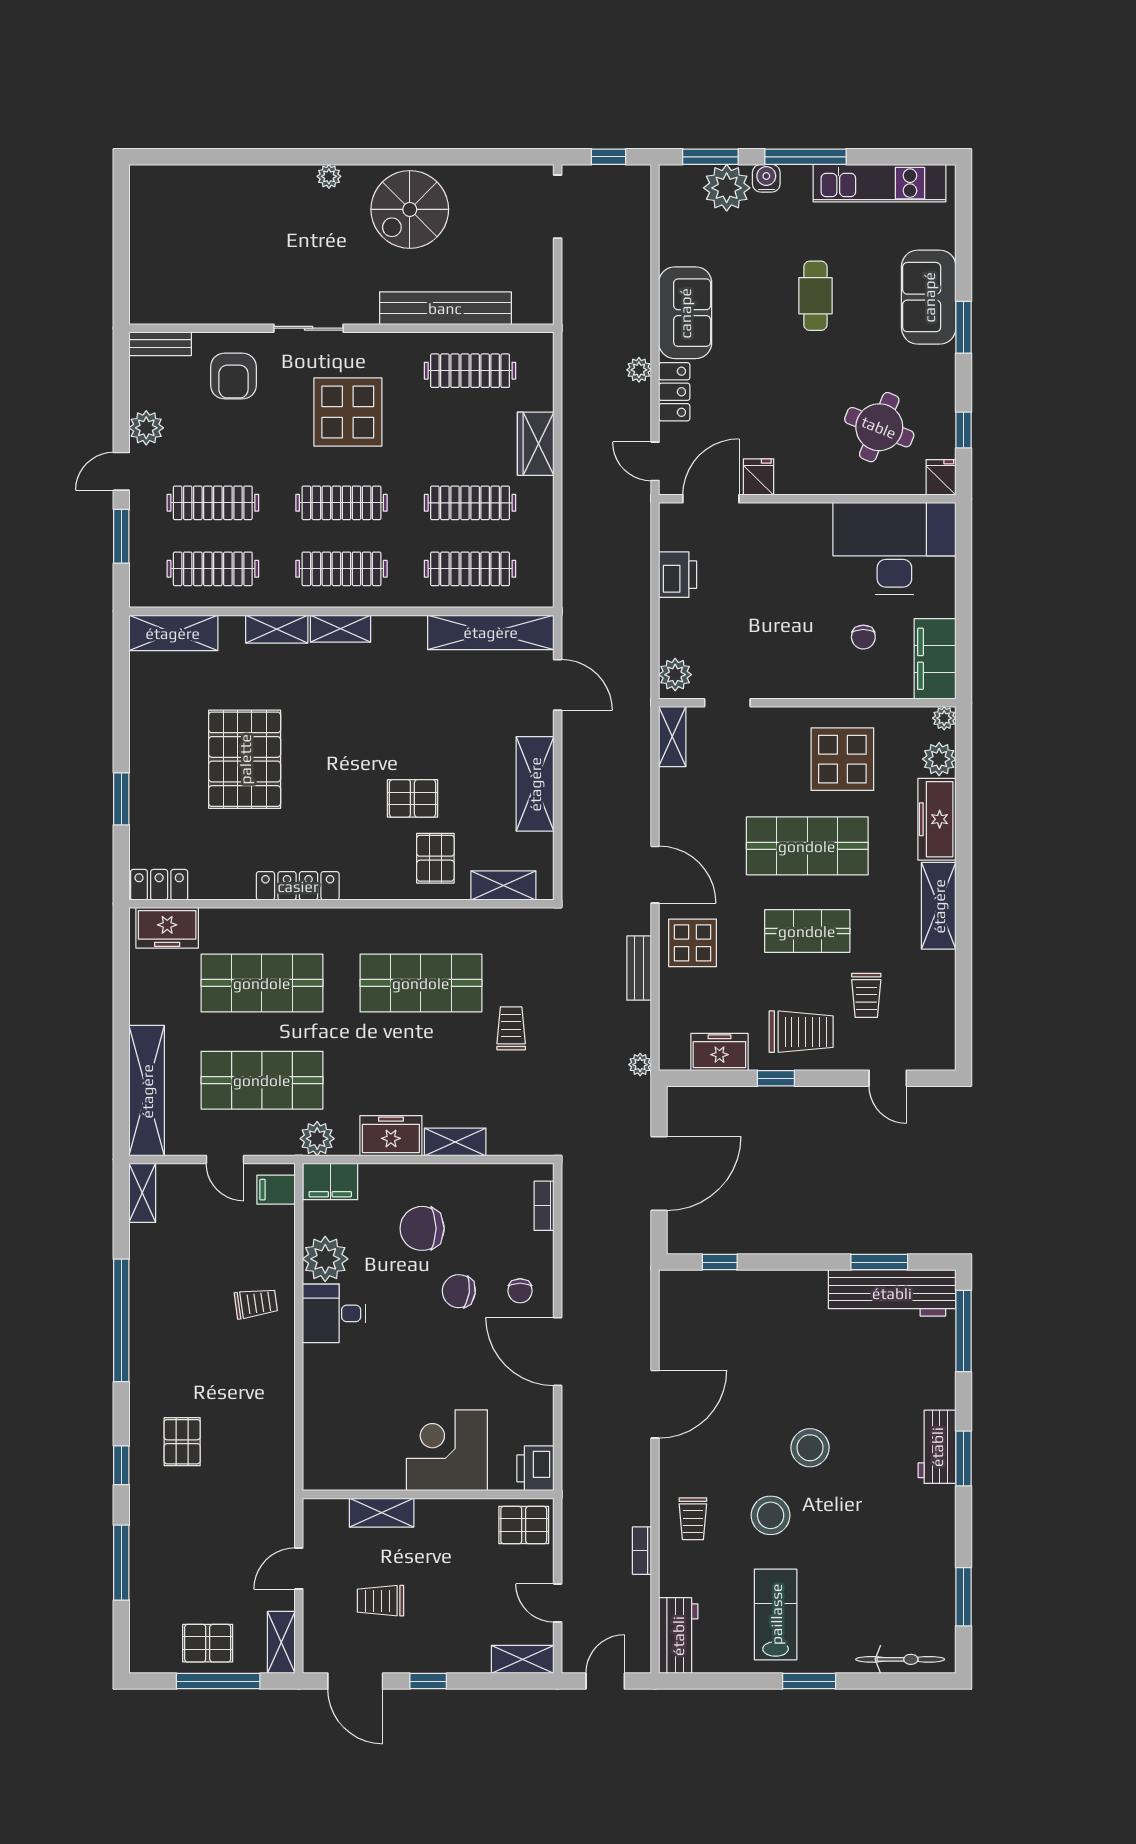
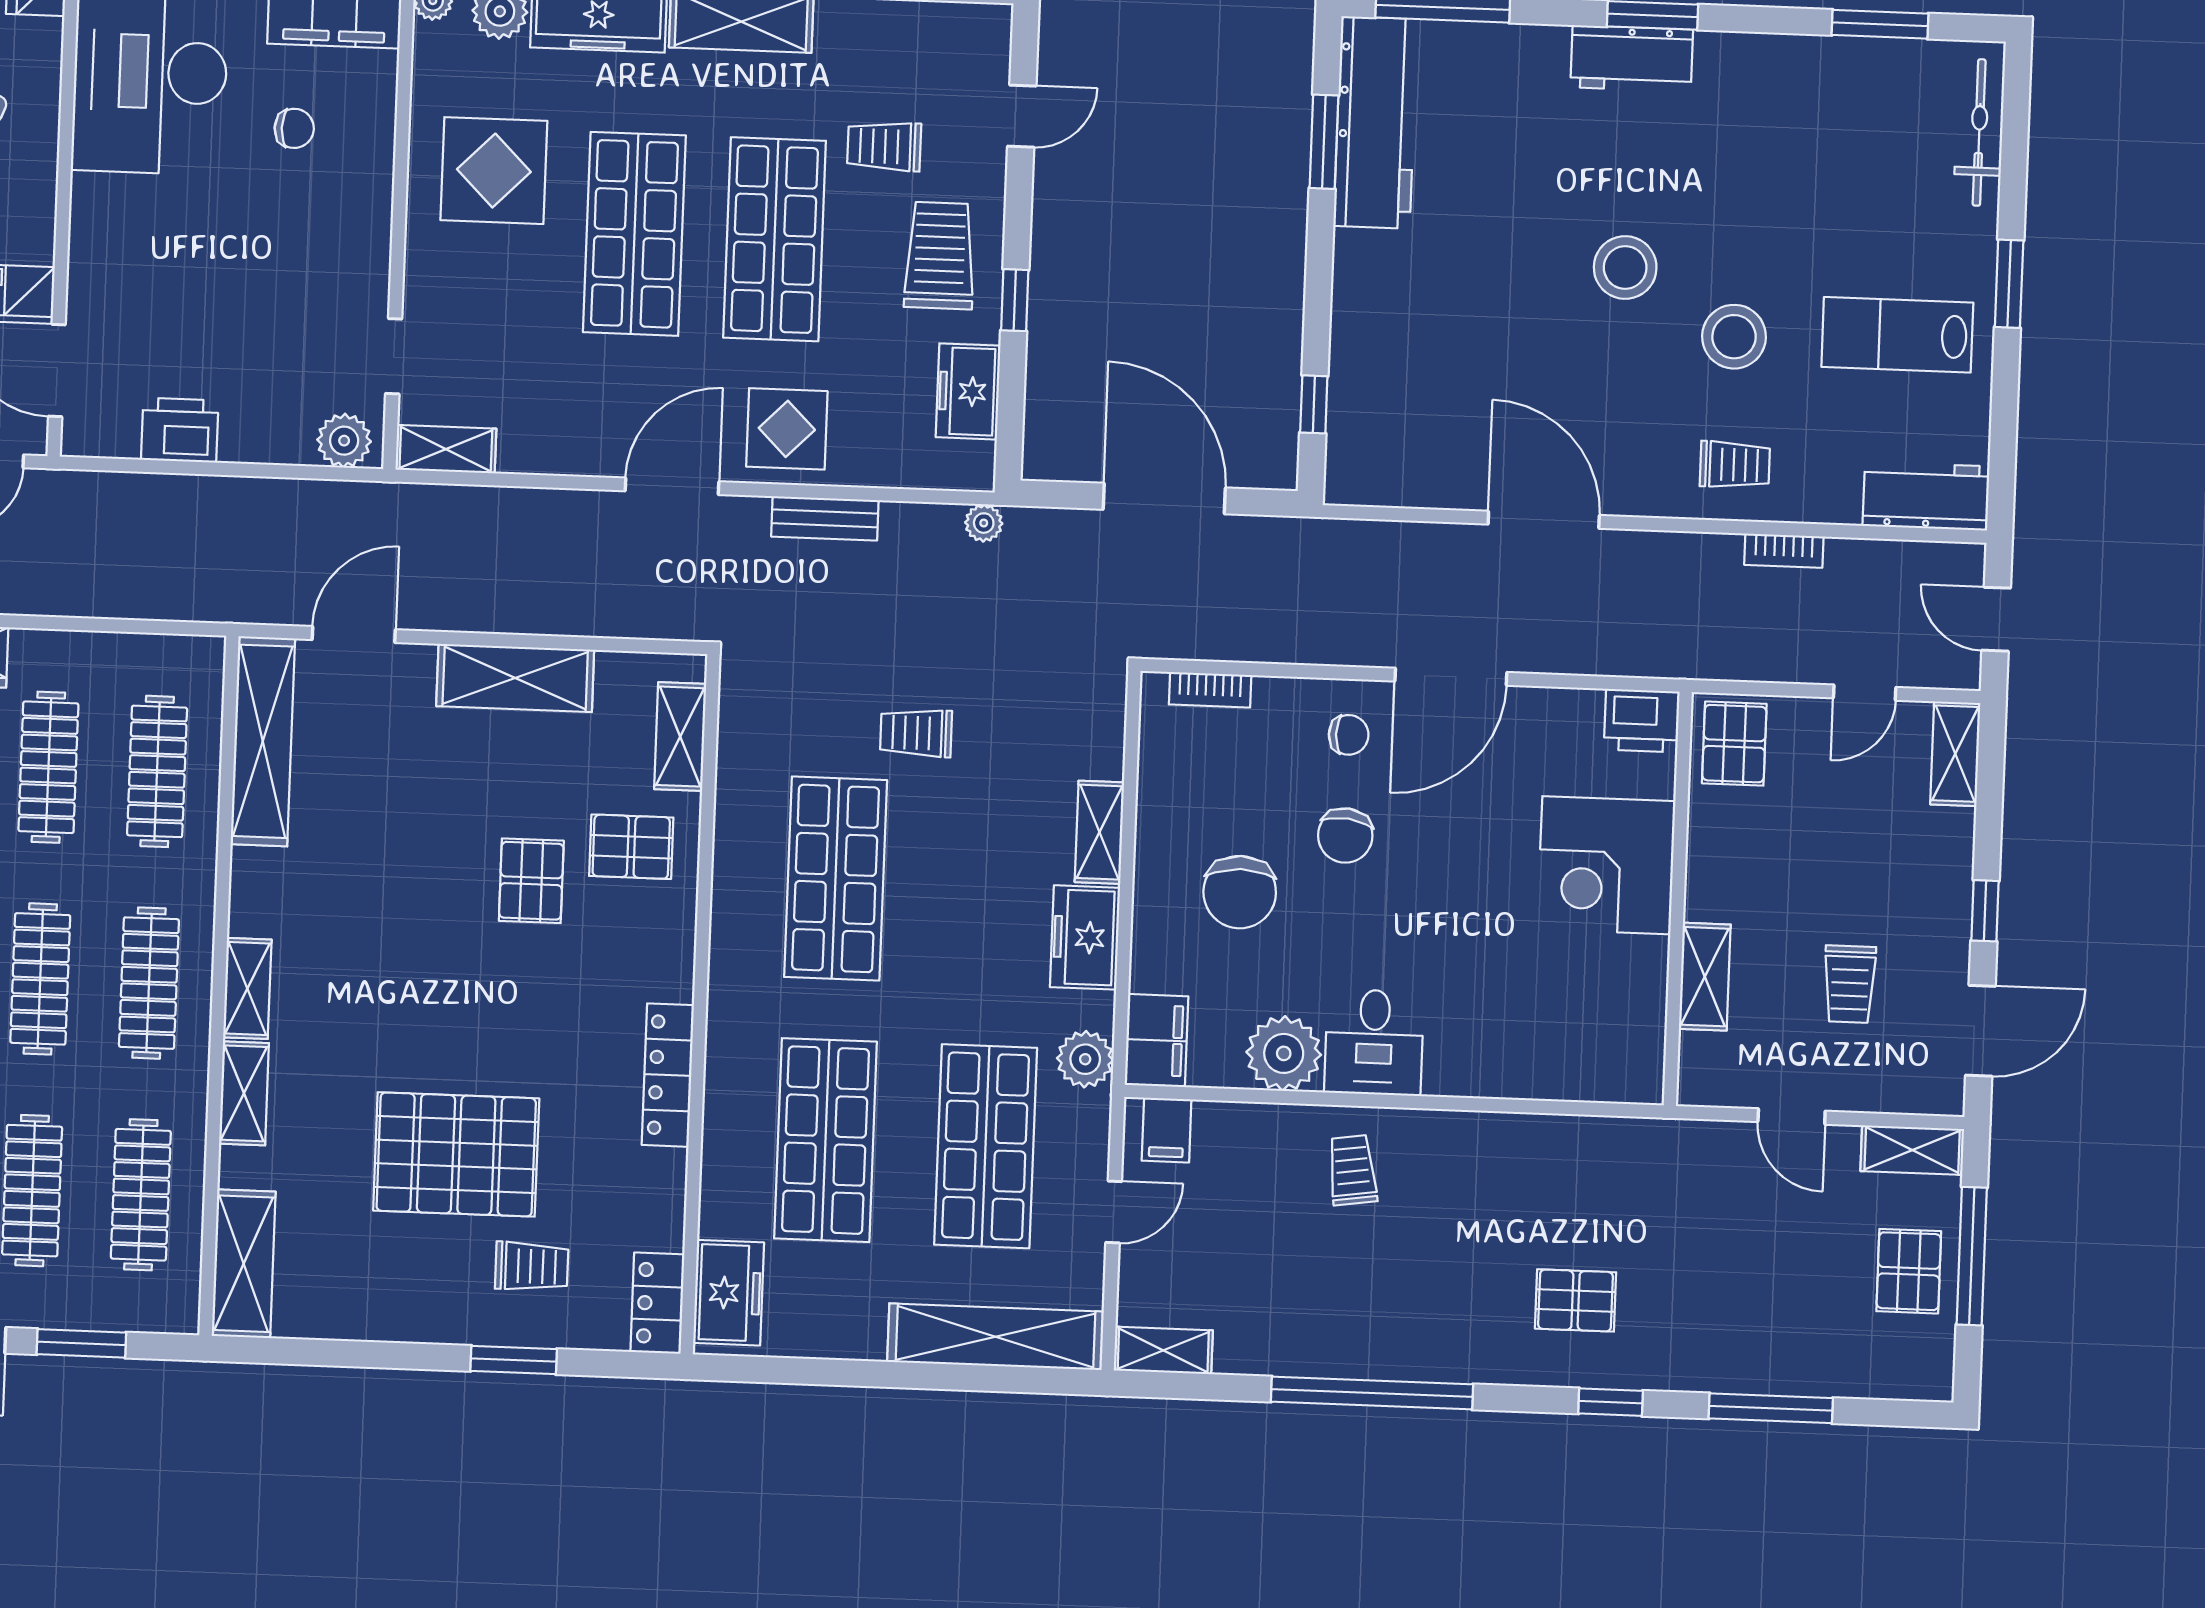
trolley: (179, 808) -> (532, 1266), added
shop shelf: (807, 931) -> (775, 239), width x1.43, depth x1.36
trolley: (866, 995) -> (884, 146), turned 180

